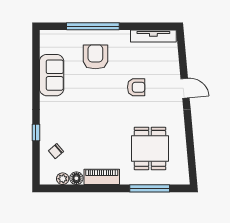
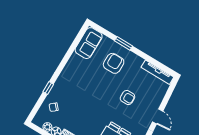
window: (93, 26) -> (123, 43), width x0.47
sofa: (52, 75) -> (89, 43), moved

